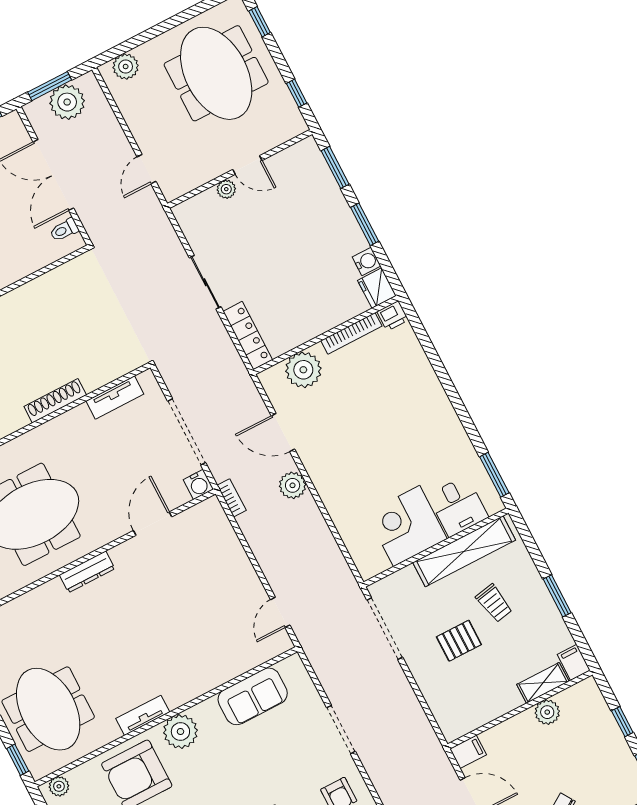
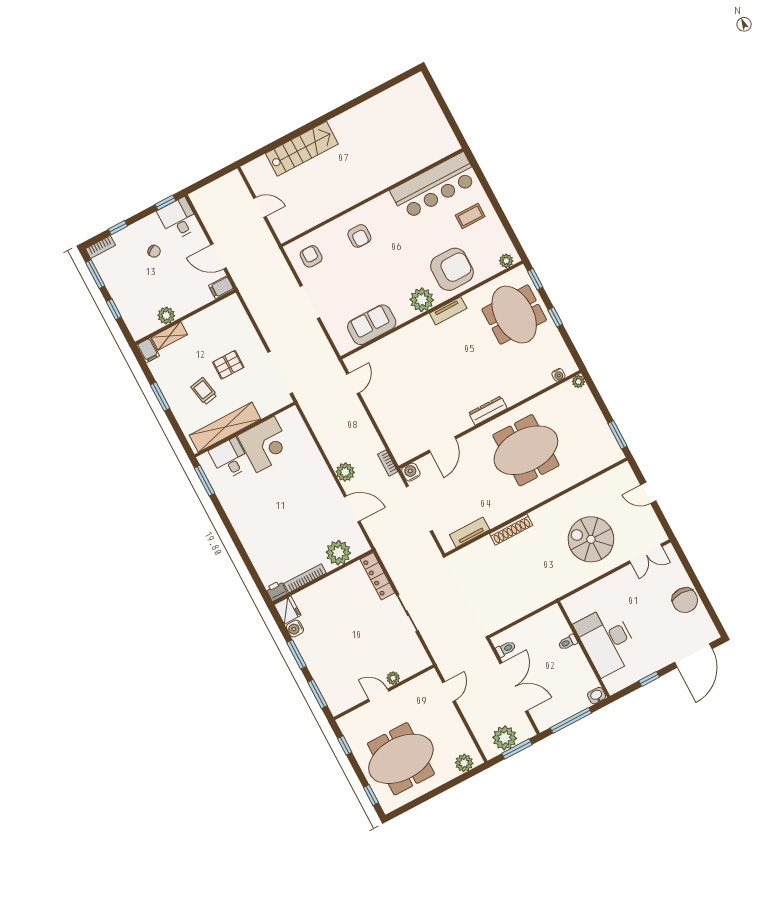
meeting table: (216, 73) -> (401, 759), turned 90

